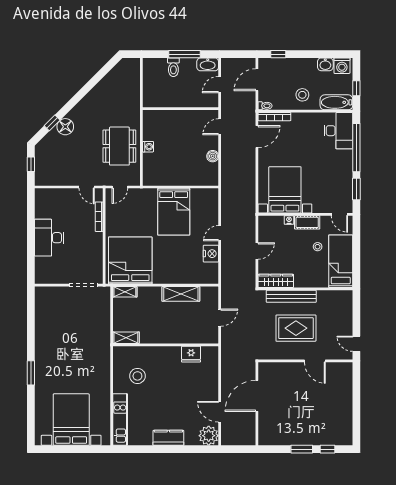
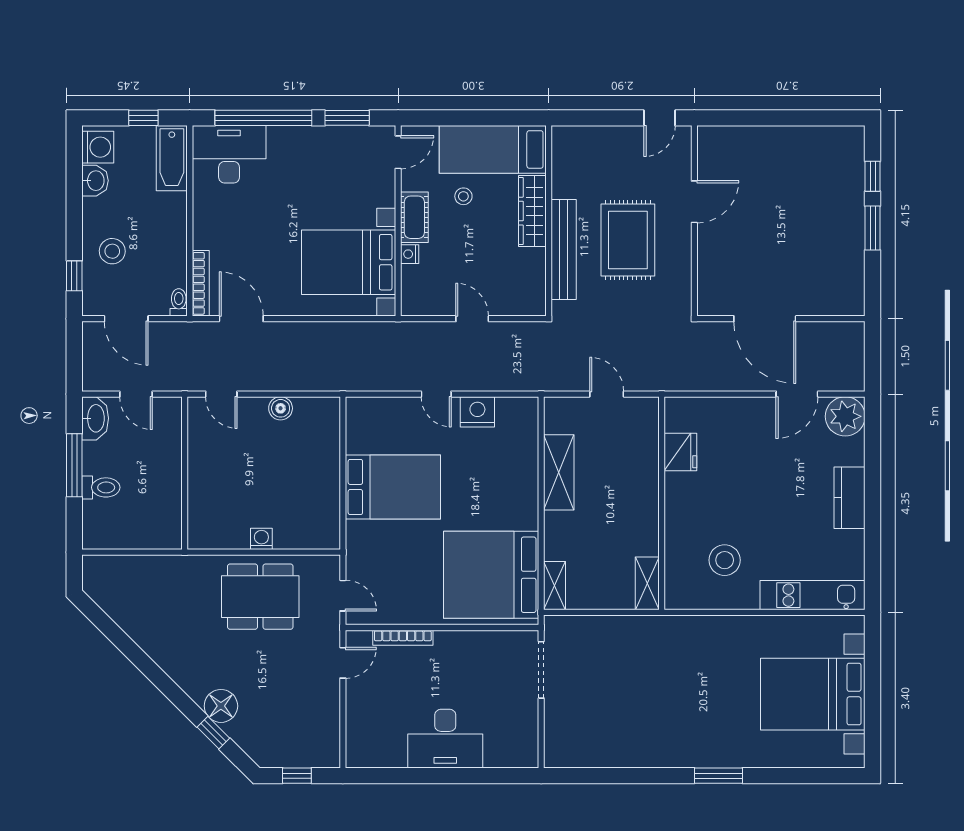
stool: (302, 95) -> (112, 251), moved
wardrobe: (276, 281) -> (532, 211), moved

